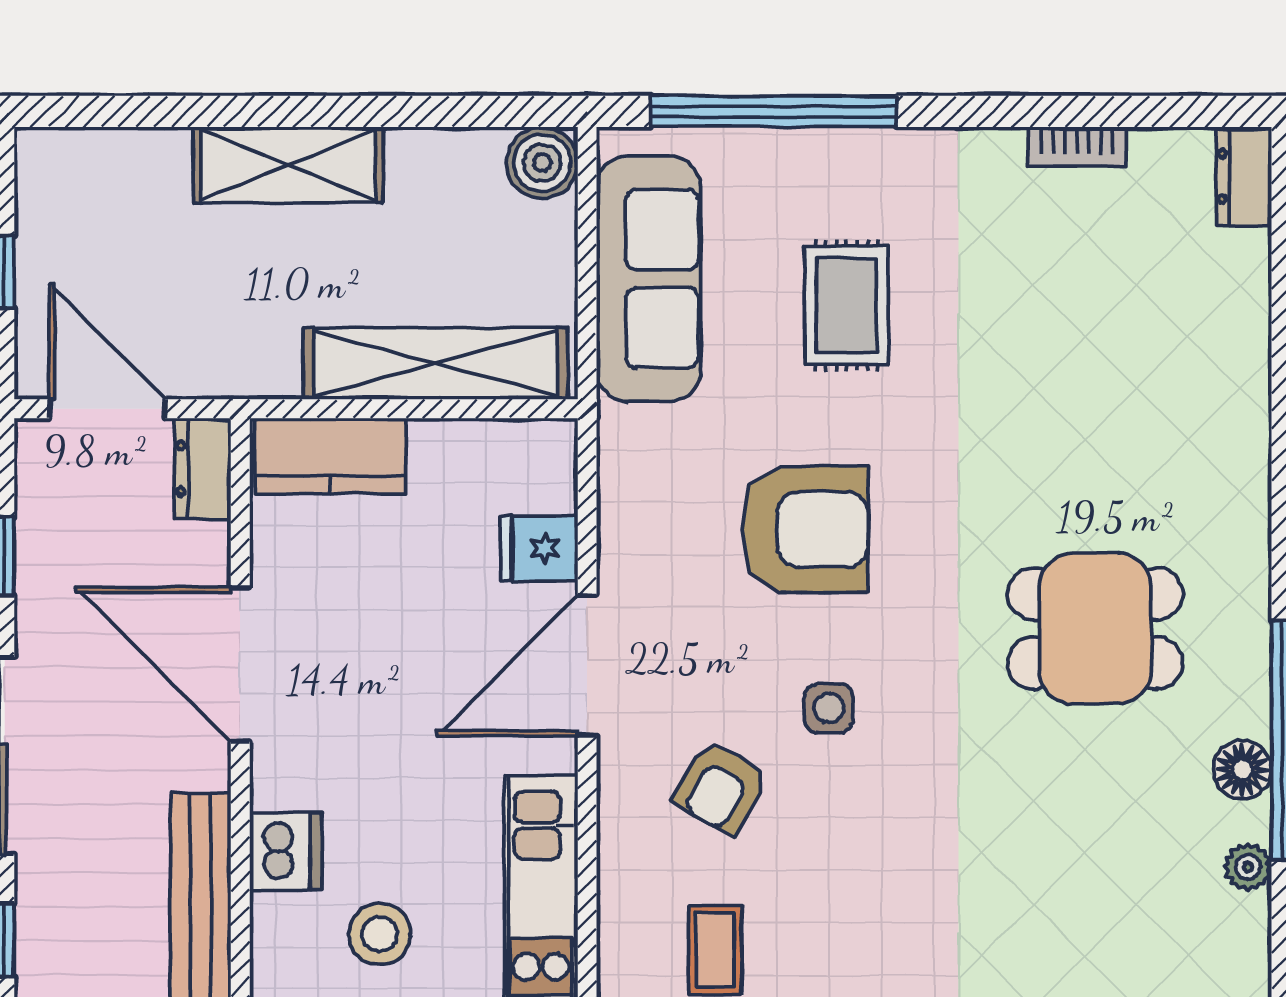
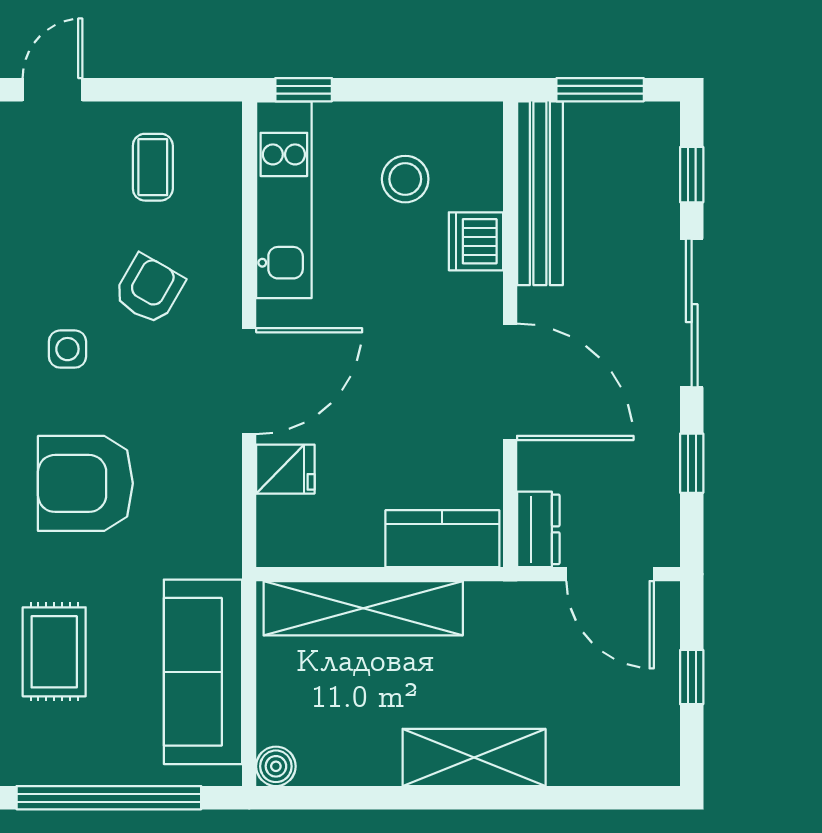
boiler: (542, 163) -> (276, 766), width x0.73, depth x0.73

